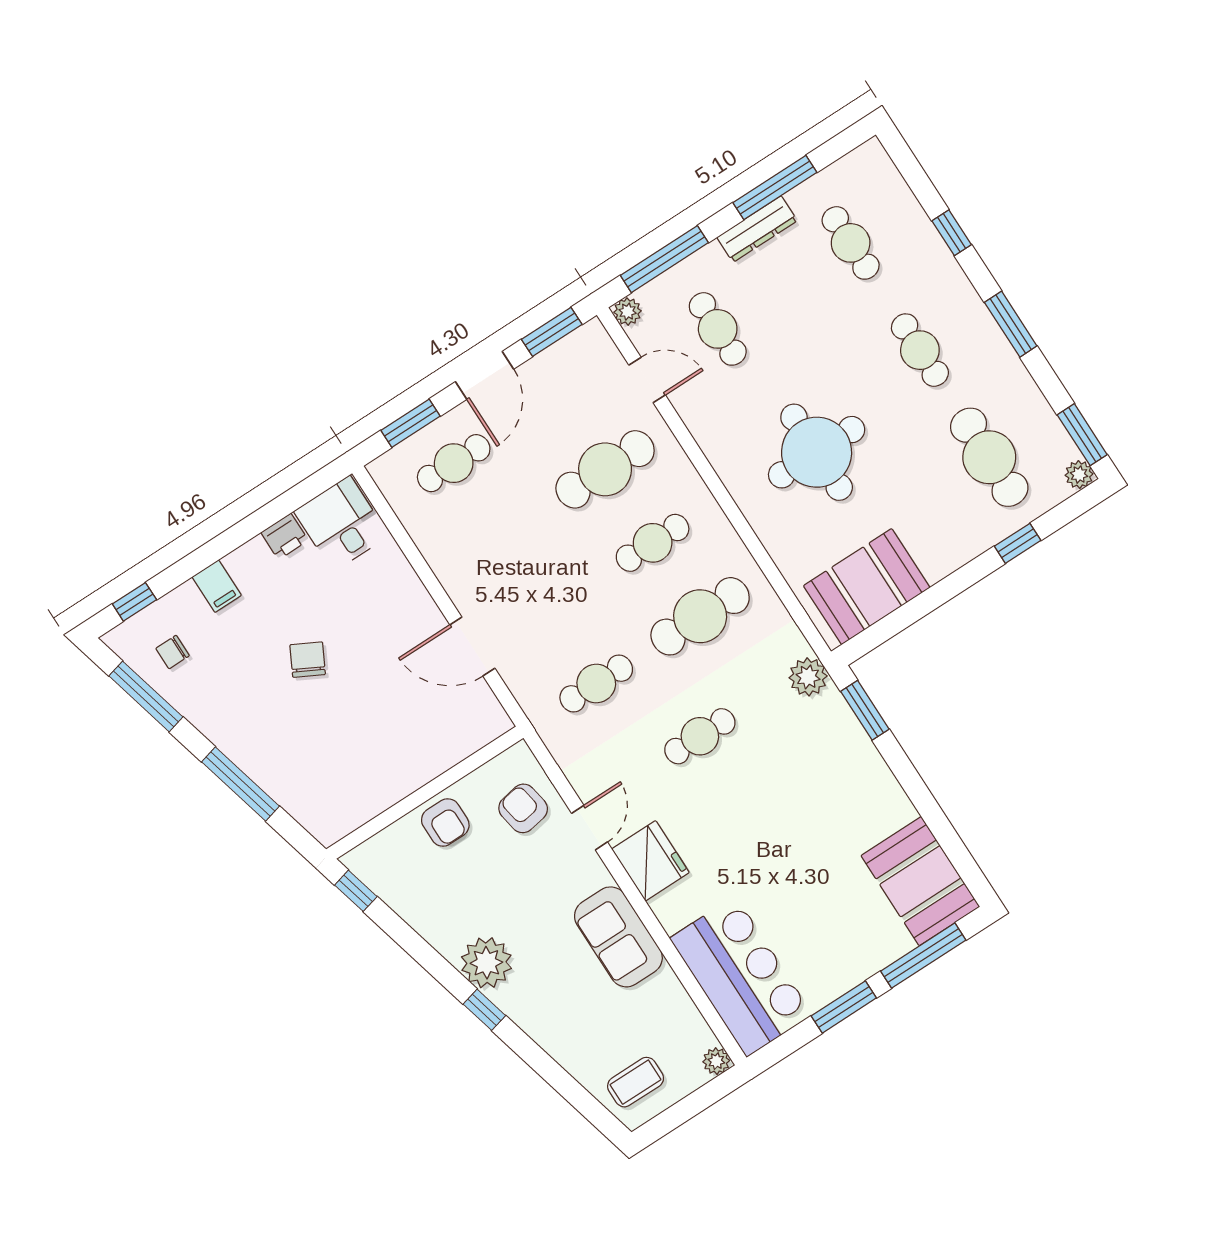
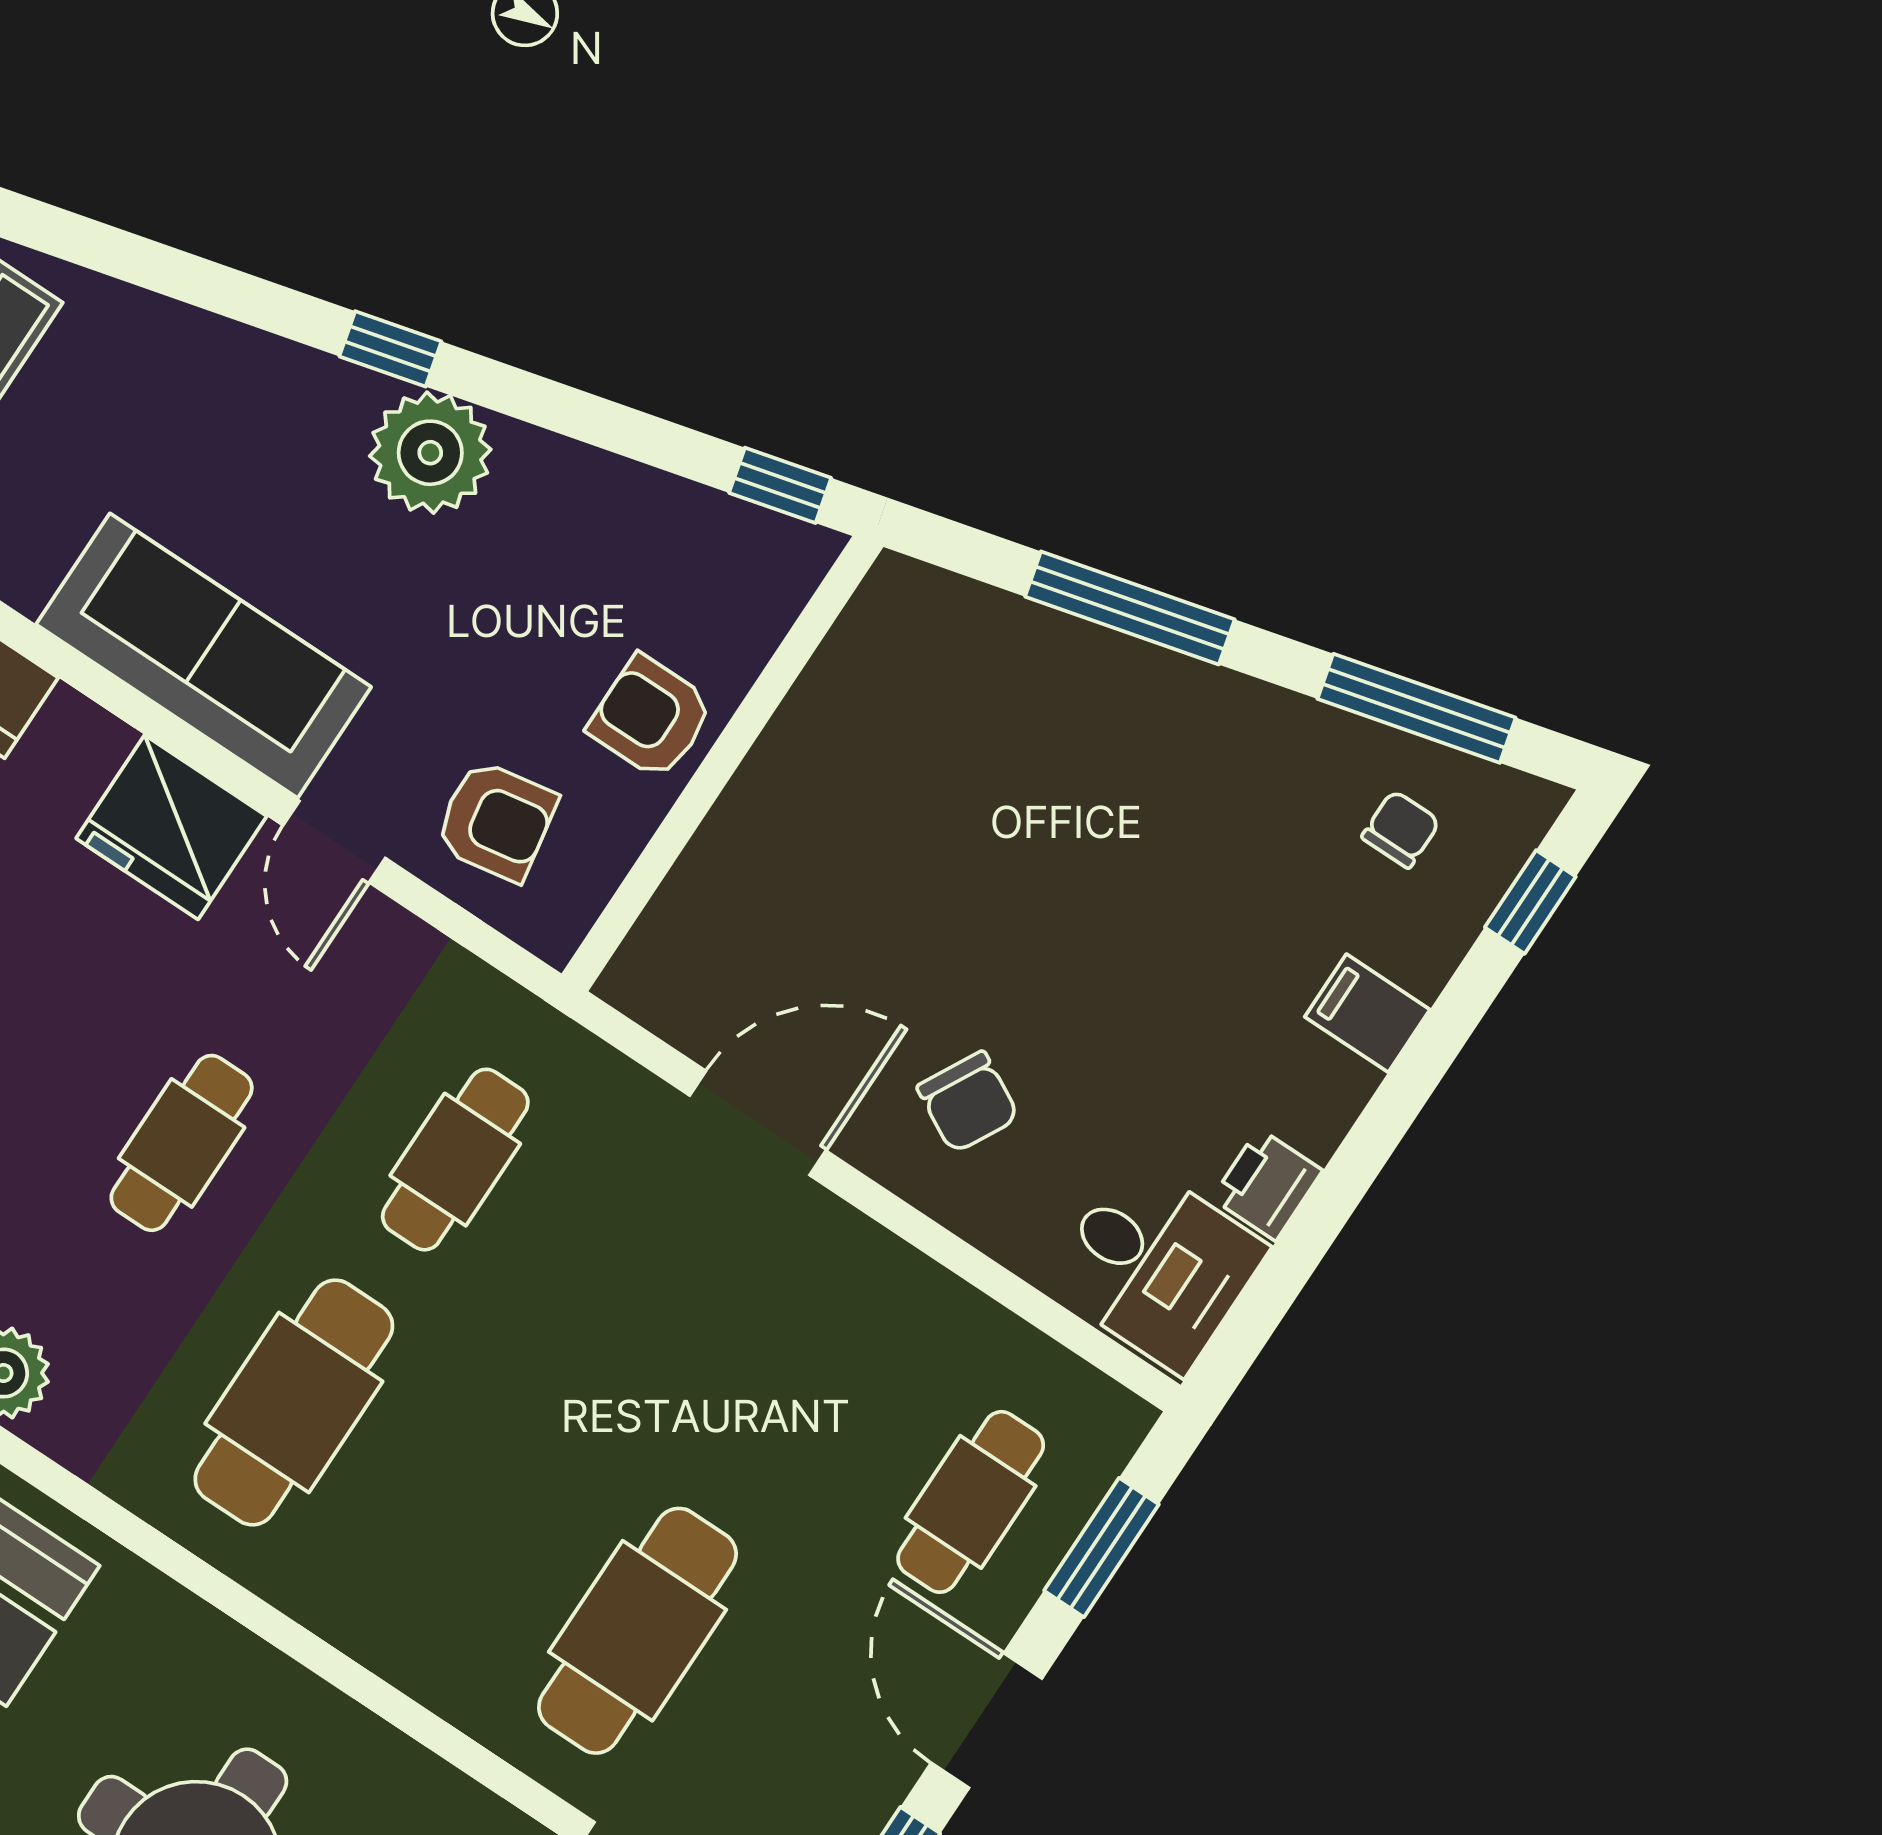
cafe table: (653, 543) -> (466, 1517), removed
chair: (308, 660) -> (968, 1102), moved
sofa: (618, 937) -> (204, 656), width x1.36

